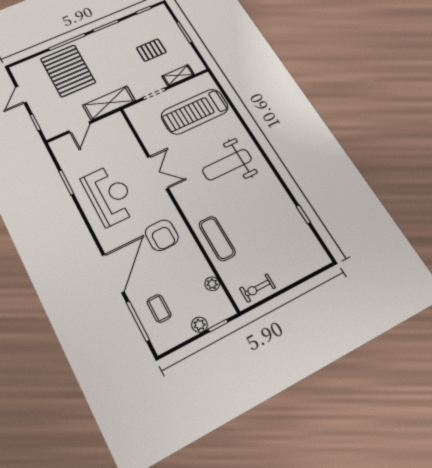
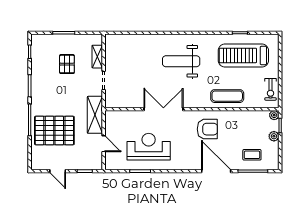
treadmill: (195, 112) -> (243, 55), moved, turned 90
weight bench: (227, 165) -> (181, 61), turned 90
double door: (158, 173) -> (163, 109), width x1.37
reception desk: (109, 195) -> (149, 147), moved
plant: (212, 284) -> (274, 115), moved

